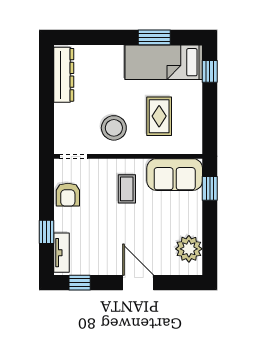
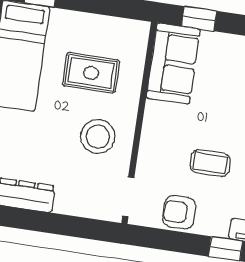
coffee table: (127, 189) -> (210, 163), moved
armchair: (68, 195) -> (179, 212), turned 180

